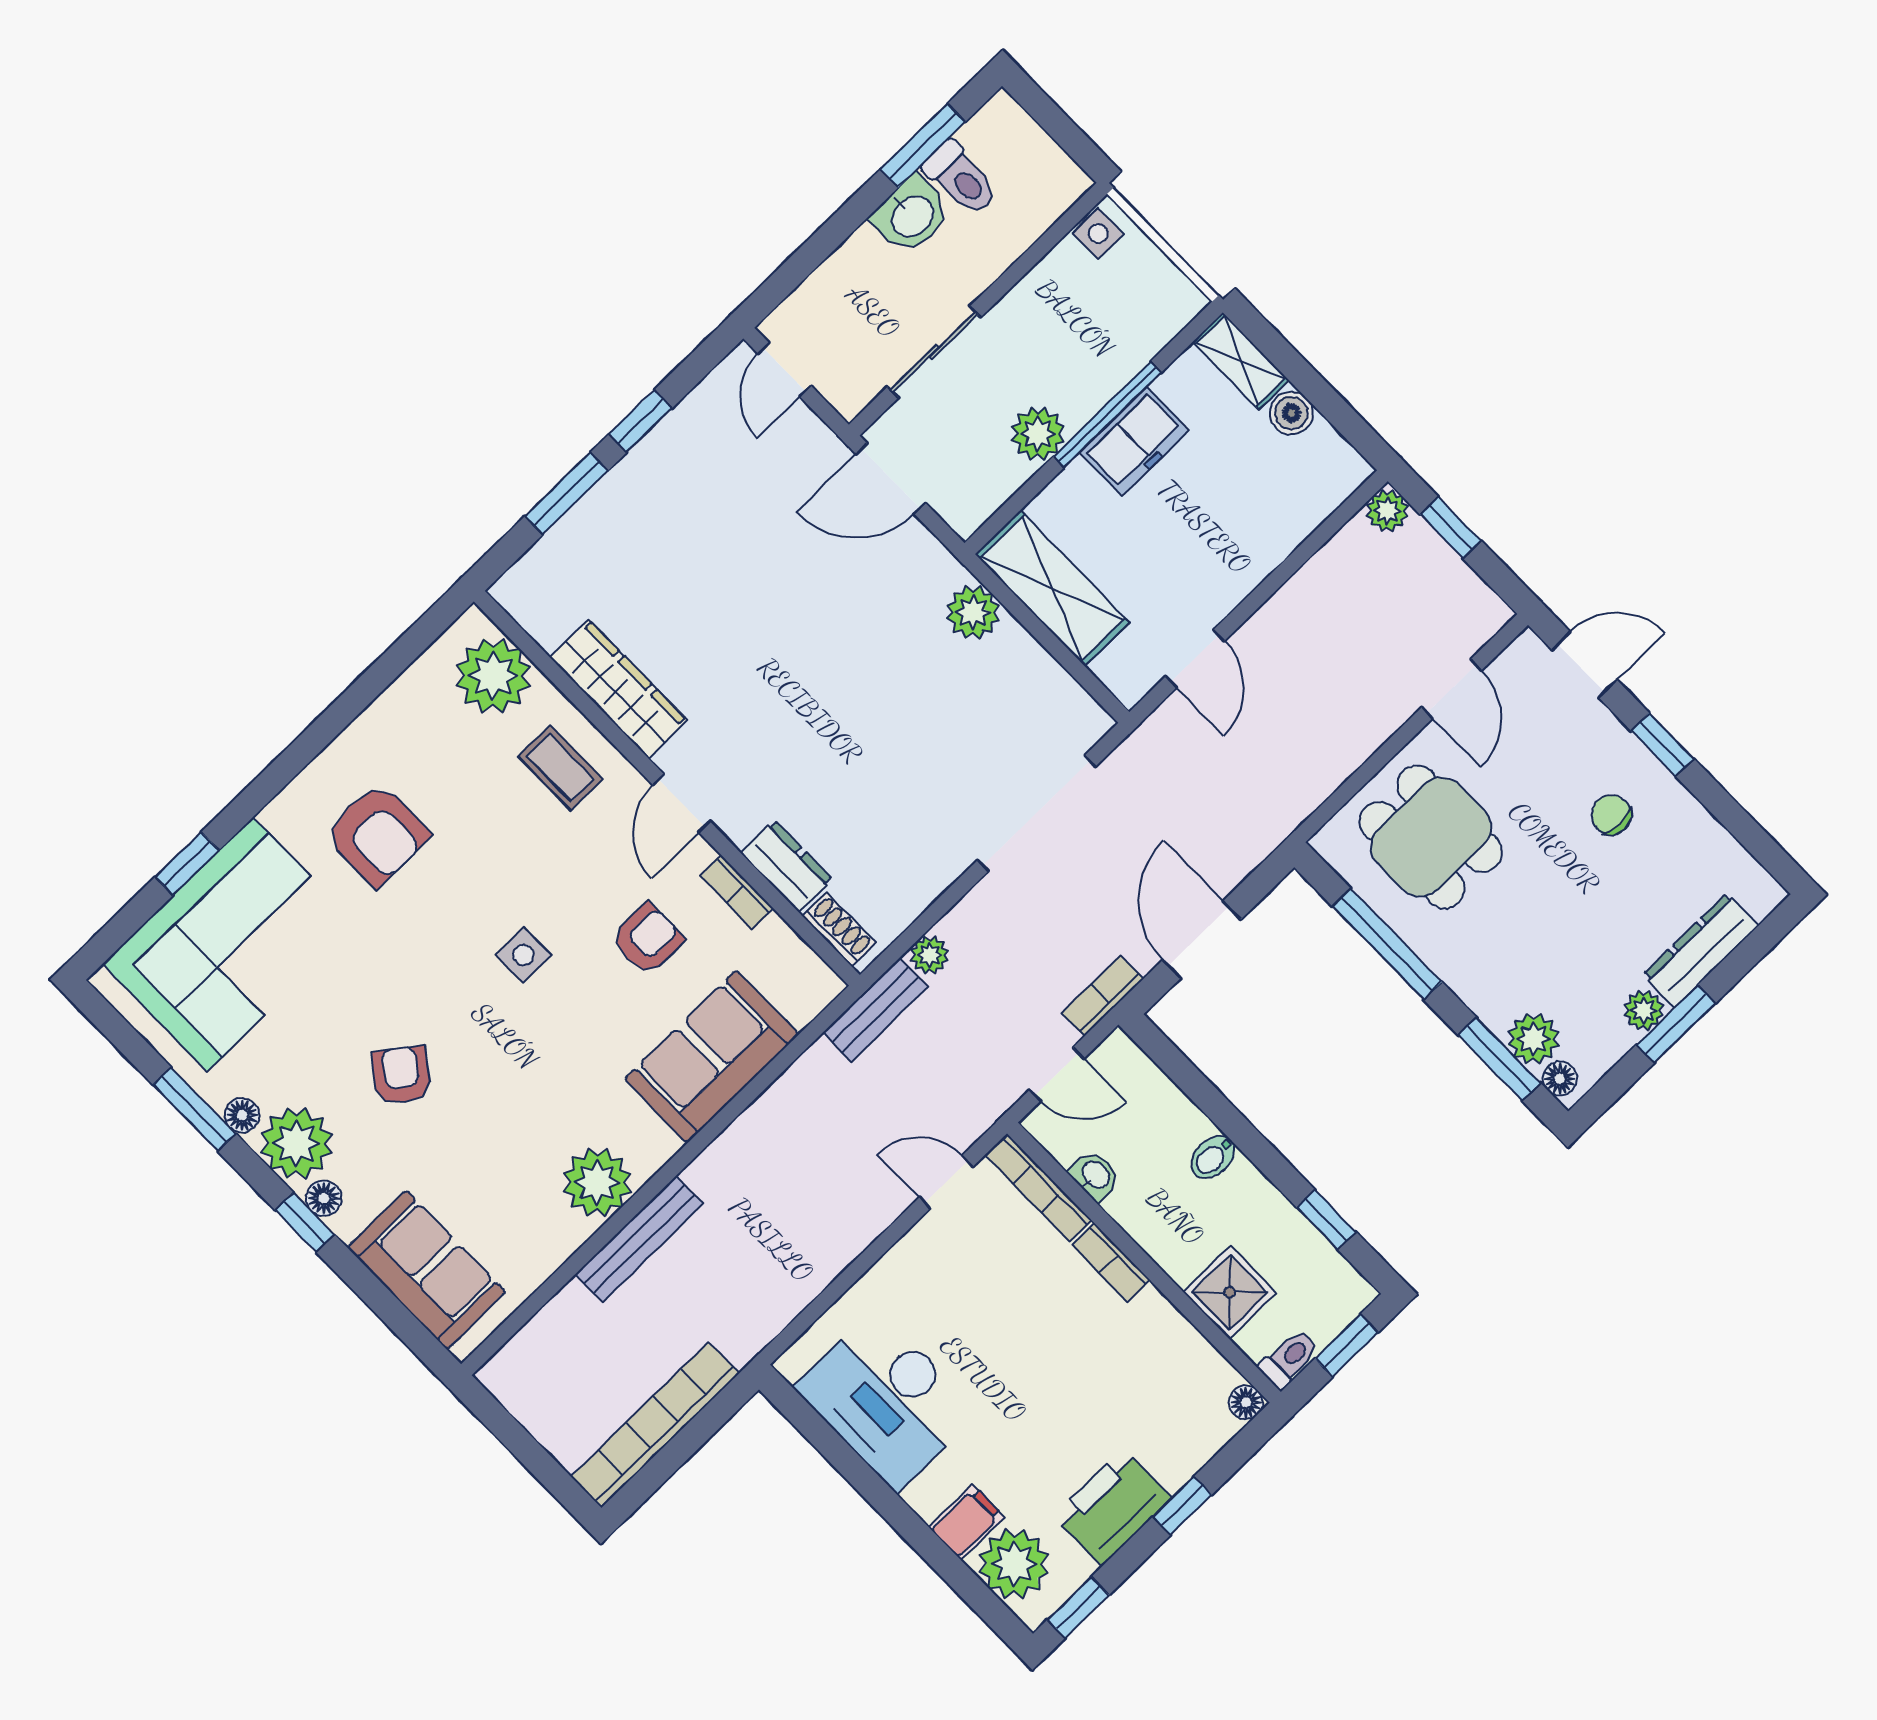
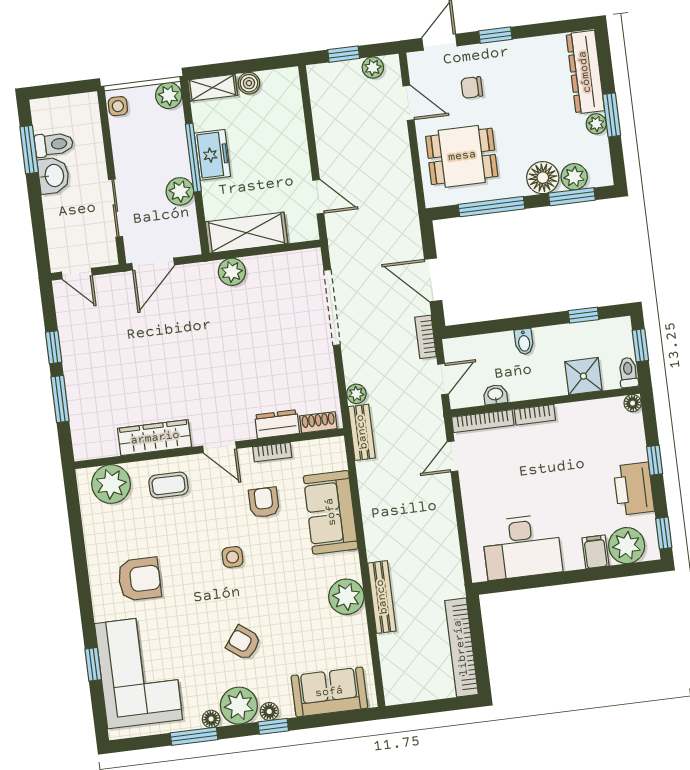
plant: (1176, 301) -> (169, 95), added
plant: (1387, 511) -> (373, 68), moved
chair: (1611, 815) -> (472, 87), moved
dresser: (1701, 950) -> (585, 72), width x1.37, depth x1.24
floor lamp: (1560, 1079) -> (543, 178), moved, width x1.89, depth x1.89

